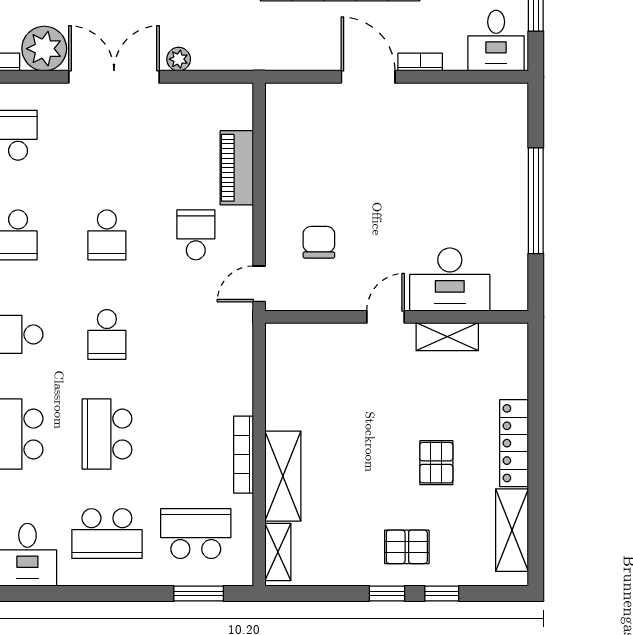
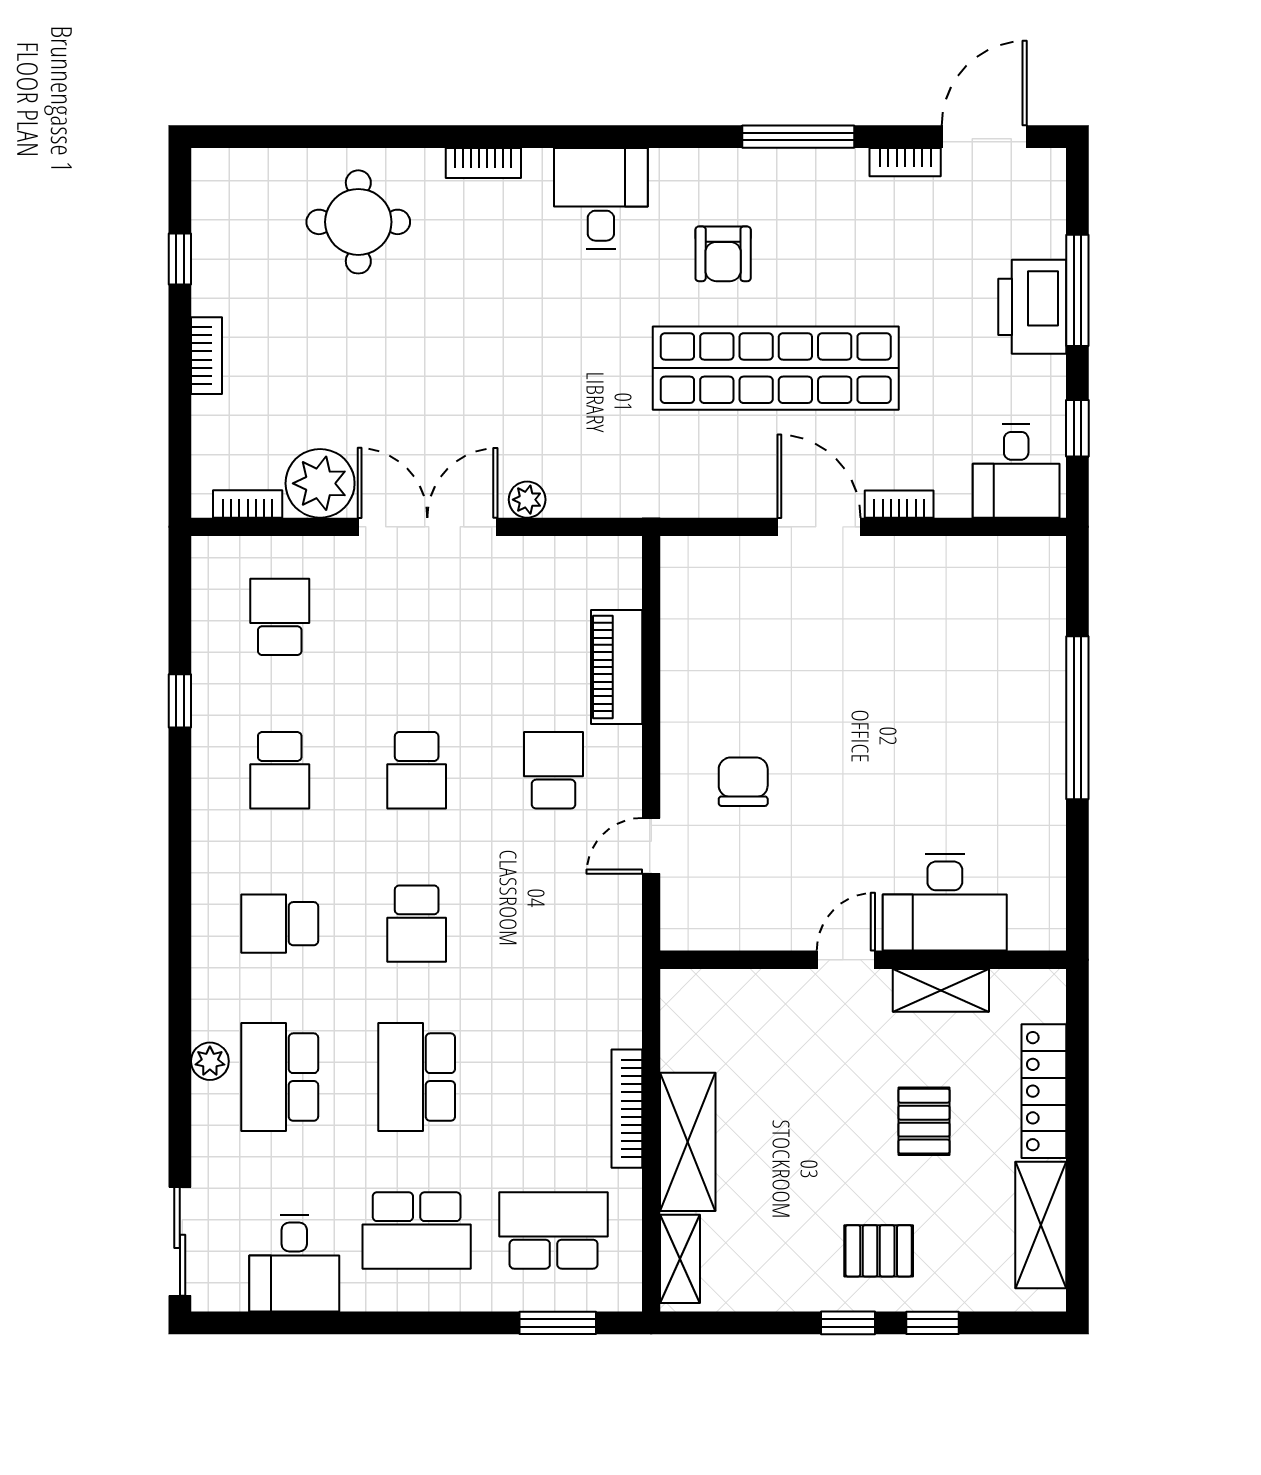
desk: (450, 279) -> (945, 902), moved
door: (386, 317) -> (846, 960), moved
wall: (397, 317) -> (863, 960), moved
shelving: (447, 337) -> (941, 990), moved

